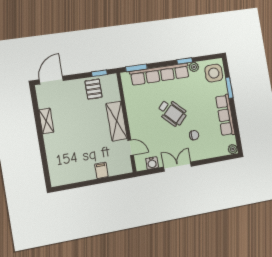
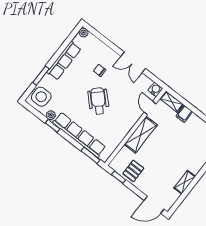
water cooler: (152, 163) -> (155, 89), moved
shelving: (120, 169) -> (172, 102), added

